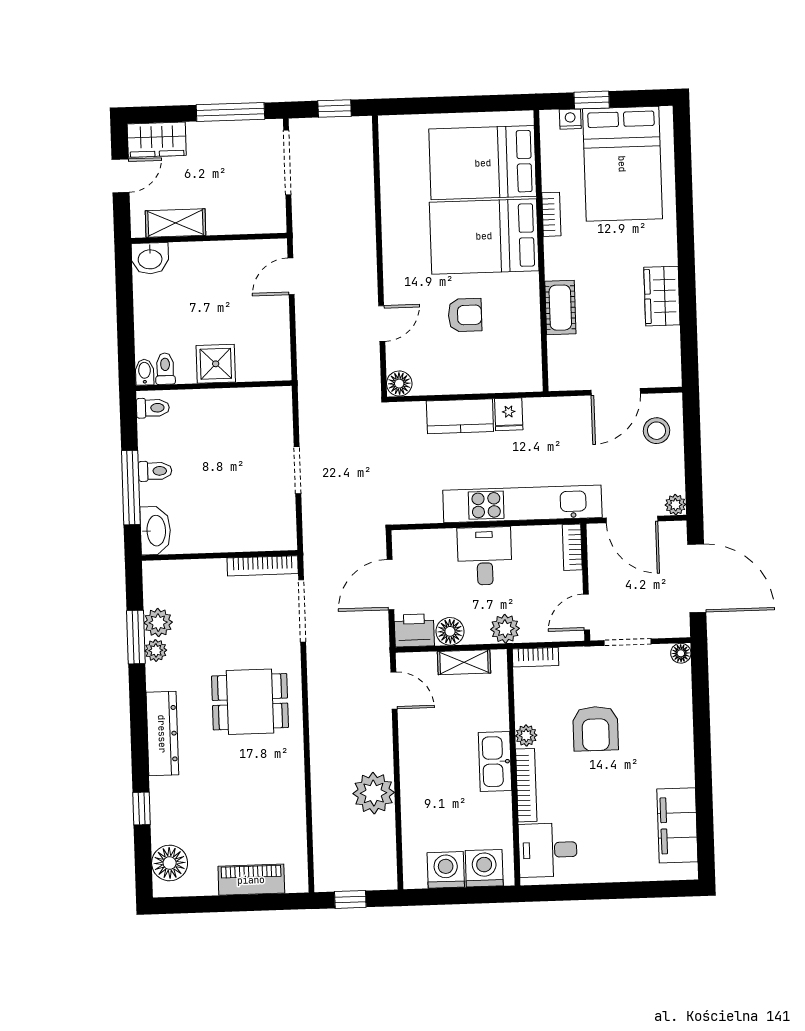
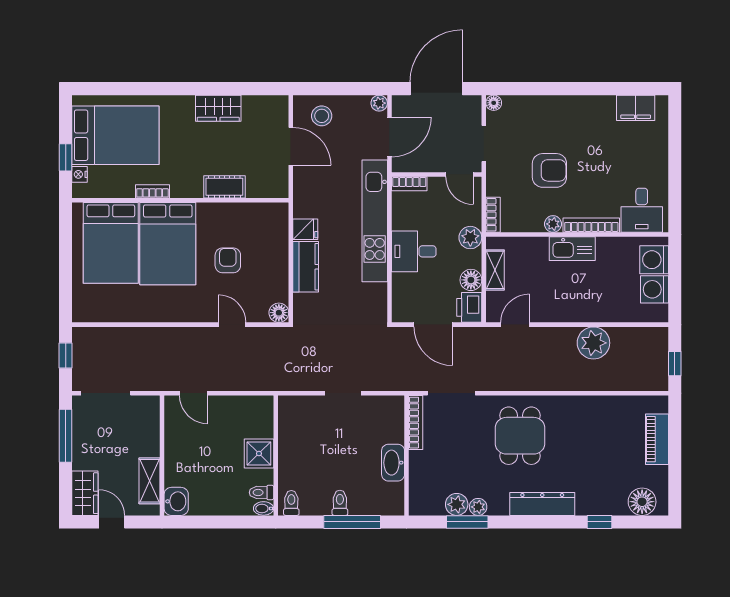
washbasin: (155, 531) -> (393, 463), moved, turned -90
filing cabinet: (677, 825) -> (636, 108), width x0.67, depth x0.86

